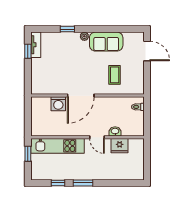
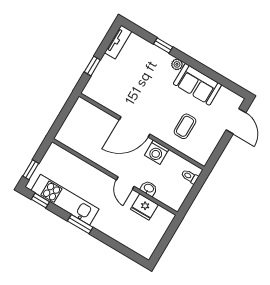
window: (28, 51) -> (92, 66), moved
washing machine: (58, 104) -> (157, 152), moved
kitchen unit: (57, 146) -> (65, 200), moved, turned 180
window: (28, 154) -> (31, 170), moved
window: (58, 183) -> (40, 200), moved

